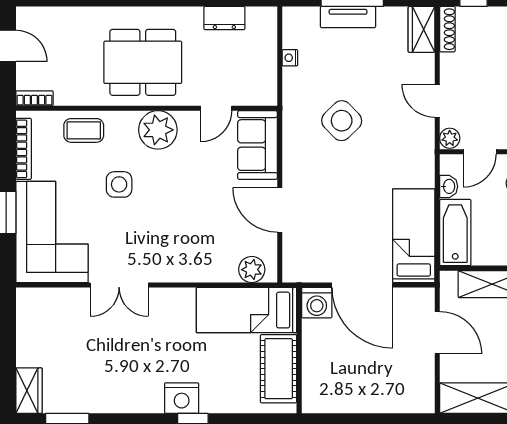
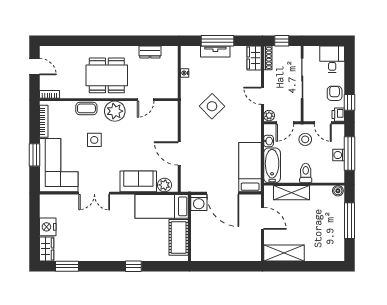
coffee table: (84, 130) -> (86, 108), moved
sofa: (257, 145) -> (138, 181), moved, turned 90
nightstand: (182, 398) -> (48, 227), moved, turned 90

